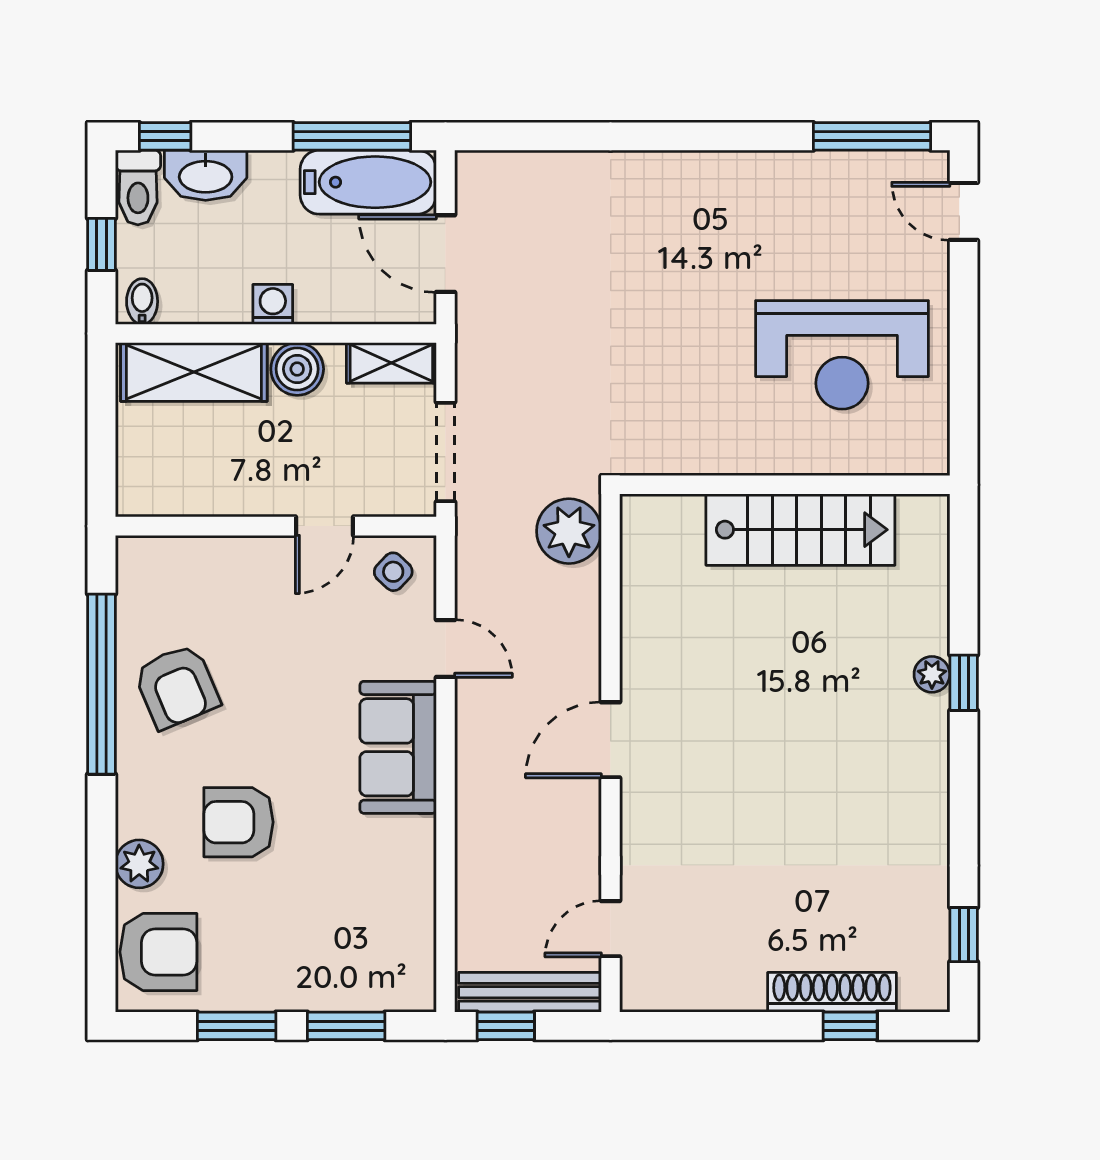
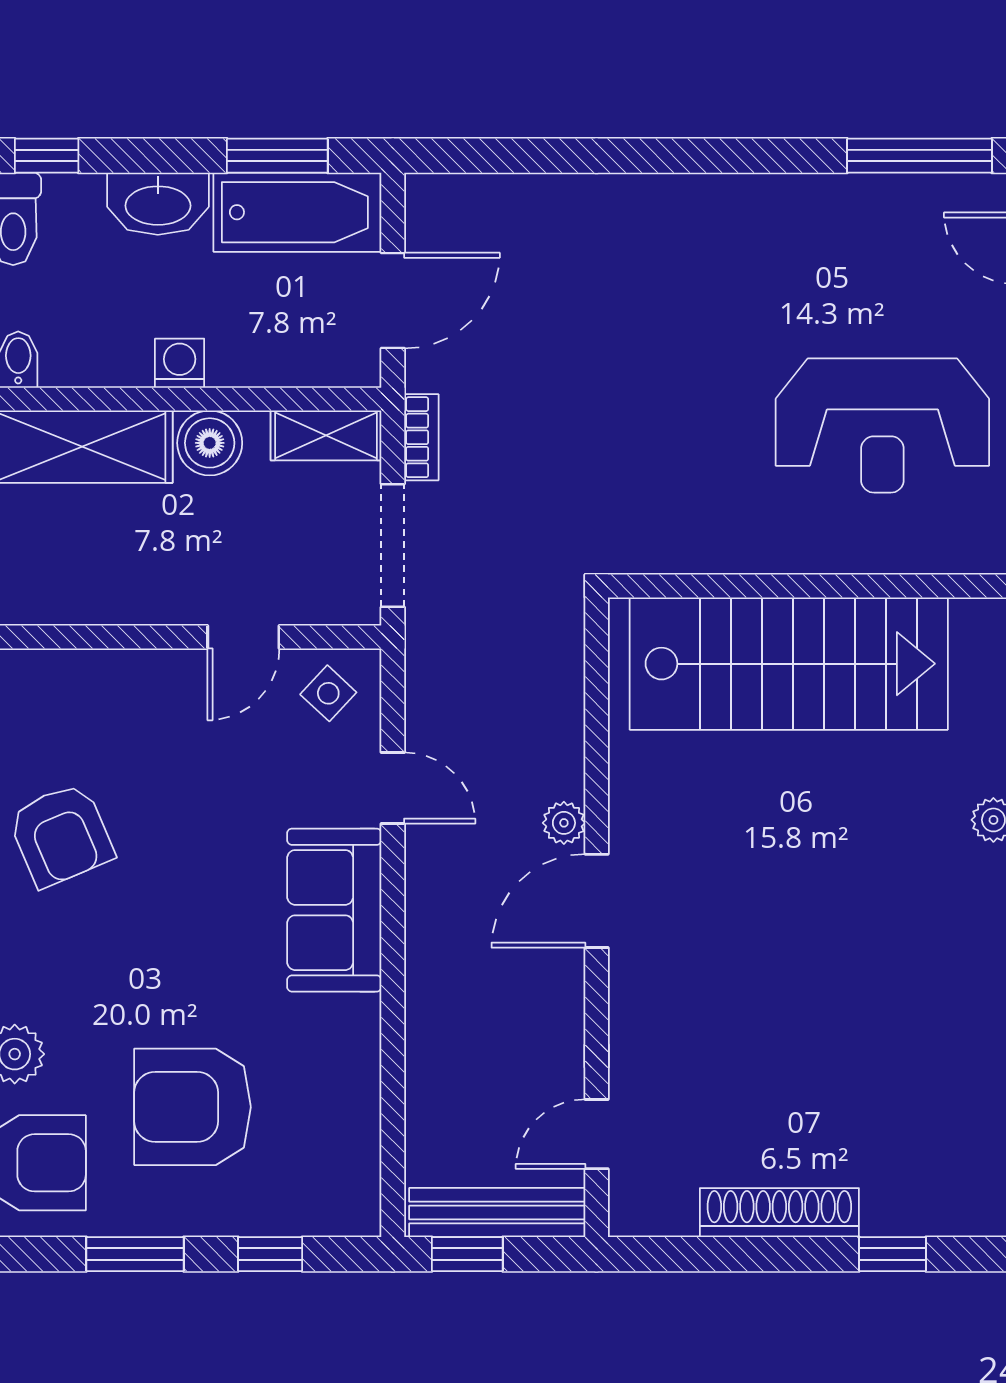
window: (352, 136) -> (277, 156), width x0.69
washbasin: (206, 175) -> (158, 204), moved
door: (445, 254) -> (393, 301), swing flipped
bookcase: (469, 364) -> (421, 437), added
stairs: (800, 530) -> (789, 664), width x1.36, depth x1.51
plant: (569, 531) -> (564, 823), moved, width x0.53, depth x0.53
armchair: (239, 822) -> (192, 1107), moved, width x1.36, depth x1.36
shoe rack: (832, 992) -> (779, 1213), moved
window: (346, 1026) -> (270, 1254), width x0.67

